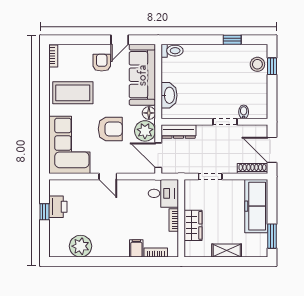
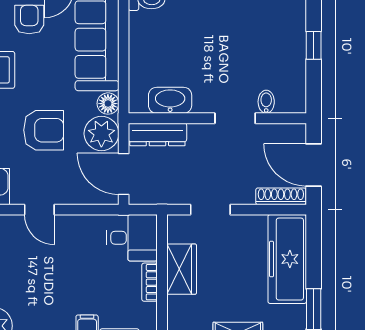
stool: (257, 64) -> (289, 22), removed
window: (272, 66) -> (314, 45), moved
washbasin: (169, 95) -> (170, 100), moved, turned -90
wardrobe: (193, 225) -> (182, 269), moved

